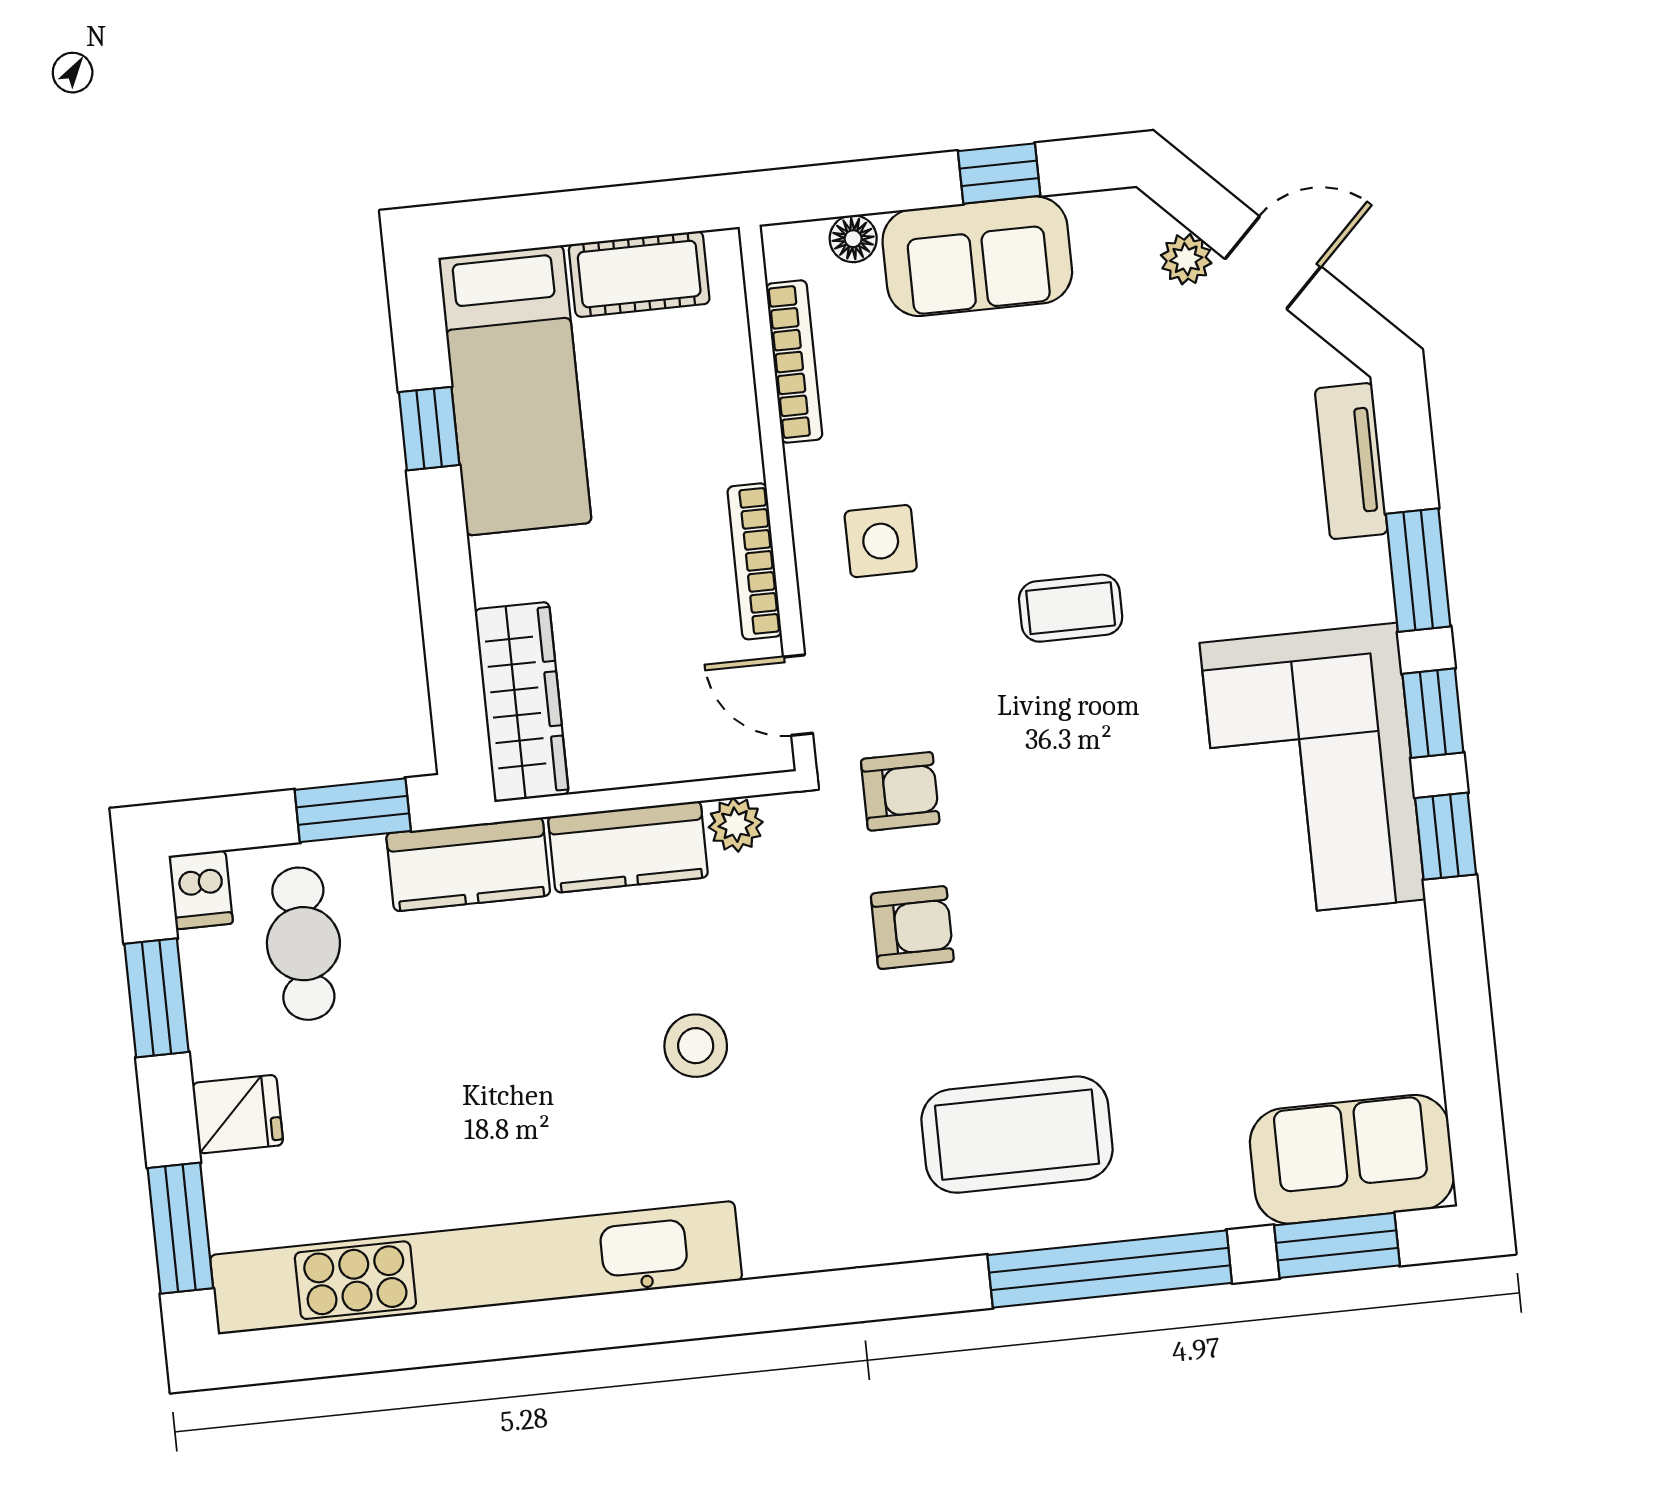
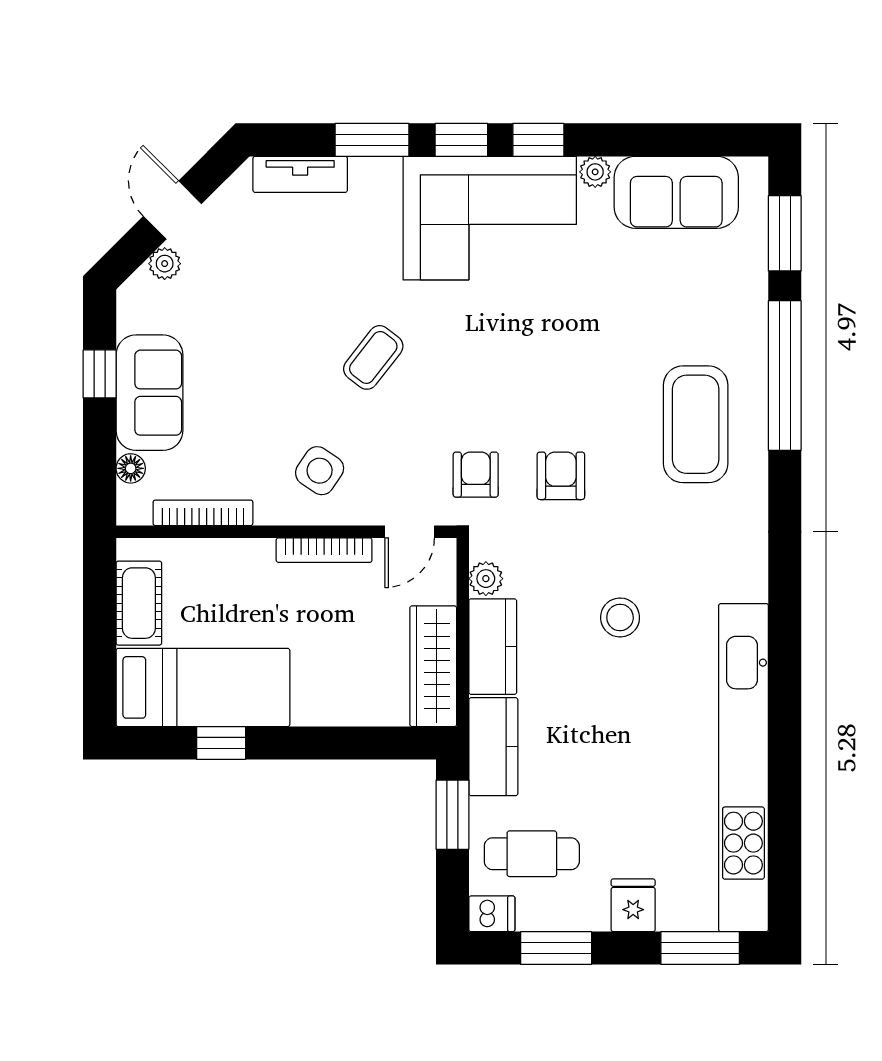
side table: (881, 541) -> (320, 471), turned 34
coffee table: (1071, 608) -> (373, 357), turned 38
wardrobe: (522, 702) -> (433, 666), moved, turned -90
plant: (1404, 932) -> (595, 172), added
sofa: (1352, 1159) -> (676, 192), moved, turned -90

